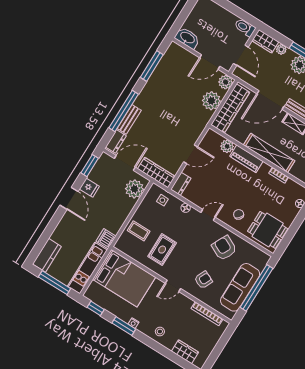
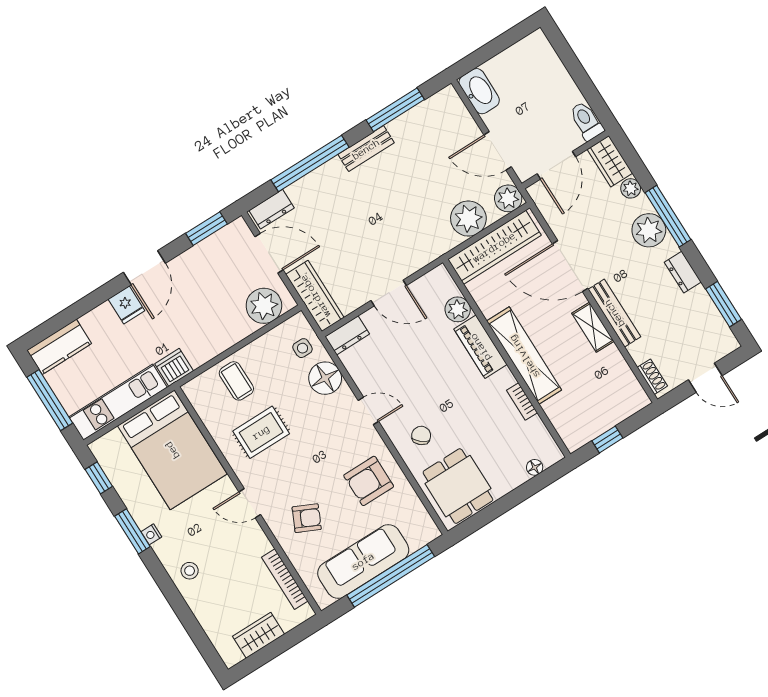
bench: (129, 119) -> (366, 149), moved
fridge: (89, 188) -> (126, 305), moved
floor lamp: (186, 208) -> (325, 378), width x1.89, depth x1.89
armchair: (224, 248) -> (369, 481), turned -116
wardrobe: (185, 352) -> (259, 635), moved, turned -90

